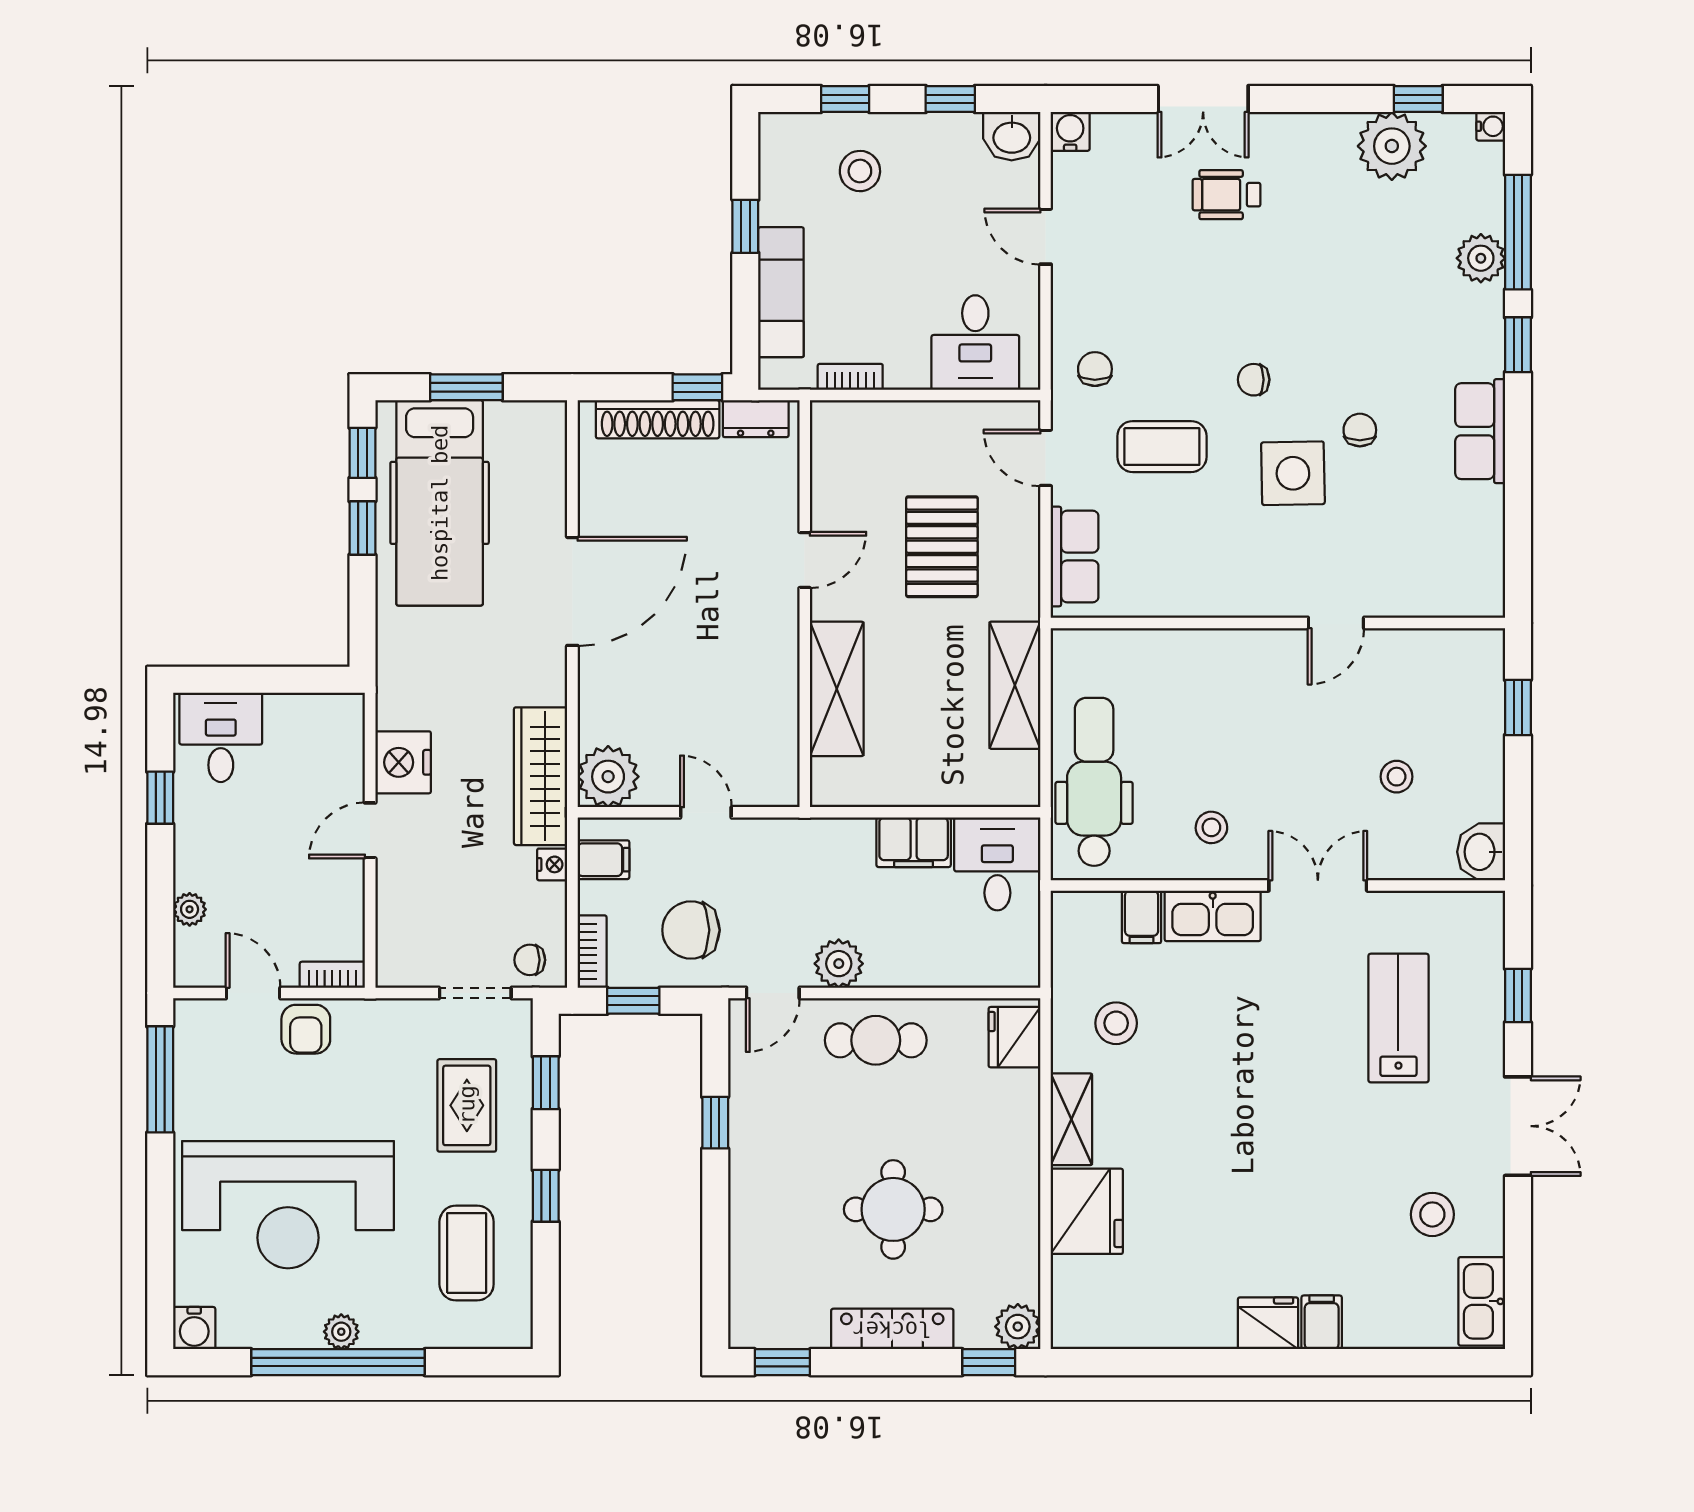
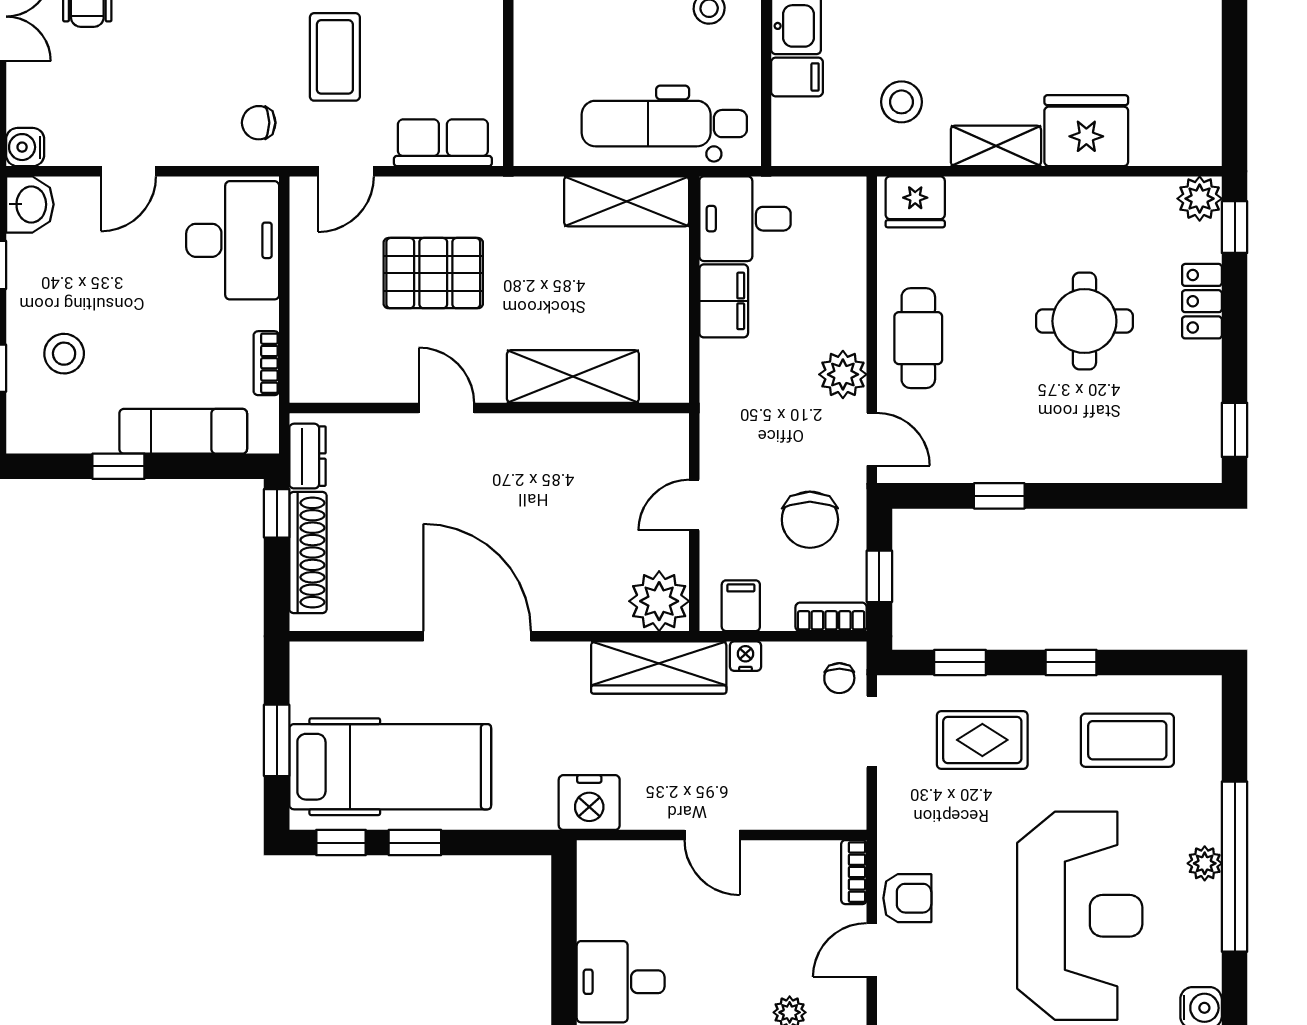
desk: (975, 343) -> (233, 240), width x1.37
shelving: (1015, 685) -> (627, 201), moved
nightstand: (403, 762) -> (589, 803), moved
locker: (892, 1329) -> (1202, 301), width x0.66

